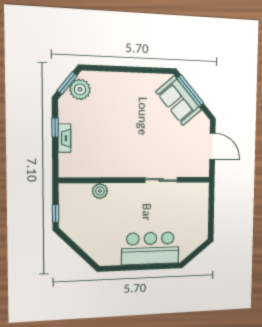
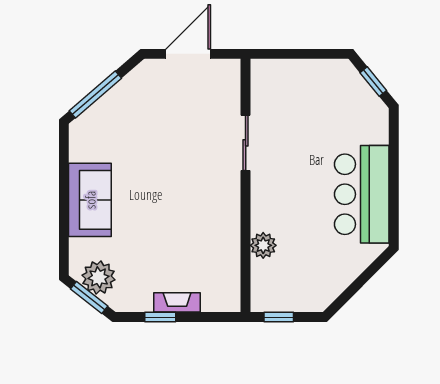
sofa: (179, 101) -> (90, 200), moved, turned -49
window: (56, 213) -> (279, 317), moved
bar counter: (150, 248) -> (362, 194), moved
window: (195, 253) -> (373, 82), added

